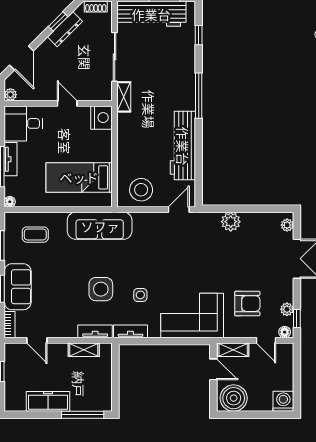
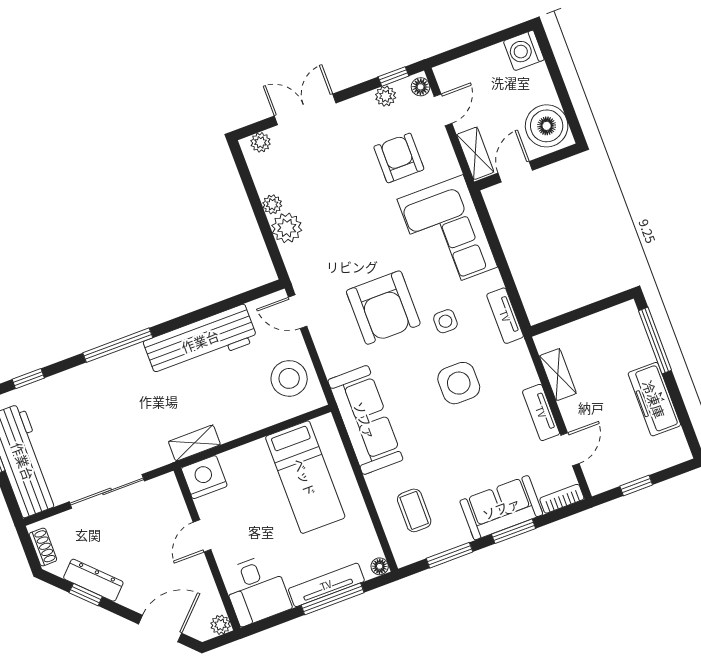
shelving: (124, 97) -> (194, 443), moved
tv unit: (11, 159) -> (326, 585), width x1.41
plant: (248, 218) -> (272, 204), added
armchair: (162, 261) -> (383, 308), added
tv unit: (95, 331) -> (541, 412), moved

